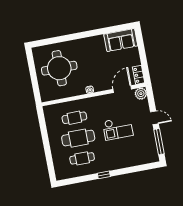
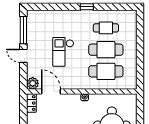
door: (122, 89) -> (51, 91), swing flipped
cafe table: (74, 118) -> (106, 71), width x1.37, depth x1.35
checkout: (118, 128) -> (63, 52), turned -90

